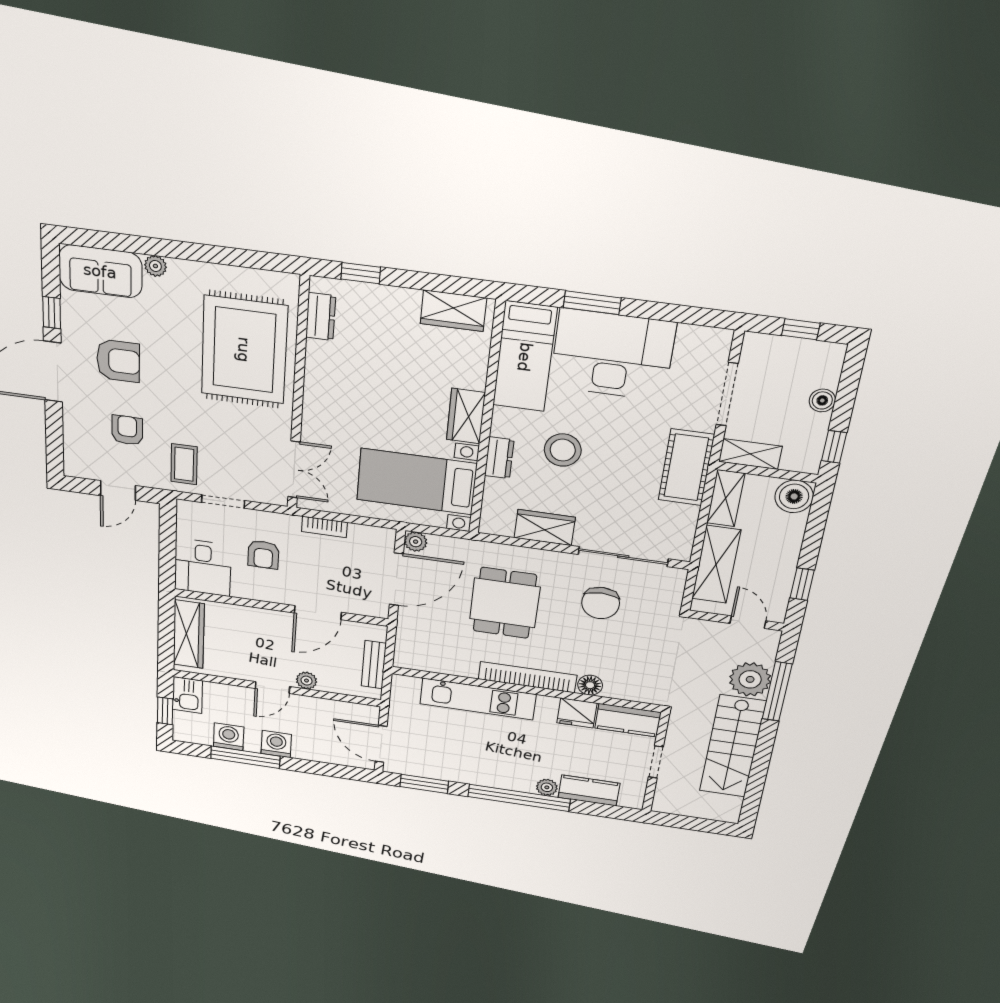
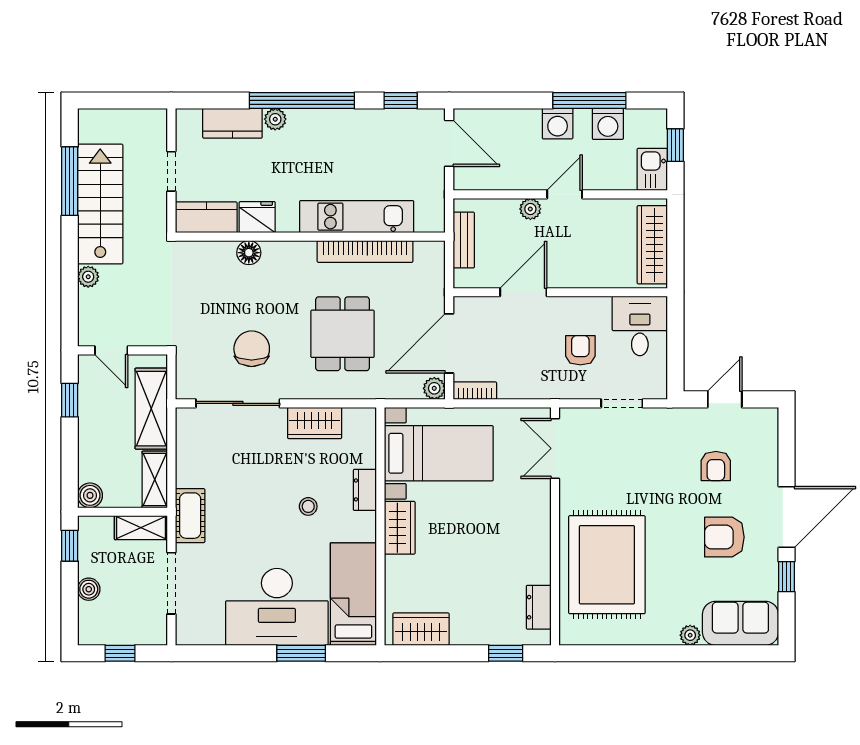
stool: (563, 450) -> (308, 506), width x0.53, depth x0.53
coffee table: (184, 464) -> (661, 438), removed
cot: (686, 467) -> (190, 516), width x0.73, depth x0.75
boiler: (794, 496) -> (90, 495), width x0.73, depth x0.73
bookcase: (324, 527) -> (475, 391), moved
bookcase: (527, 677) -> (365, 251), moved
plant: (750, 679) -> (88, 277), width x0.53, depth x0.53
window: (777, 691) -> (70, 181), moved
window: (424, 784) -> (401, 100), width x0.67

